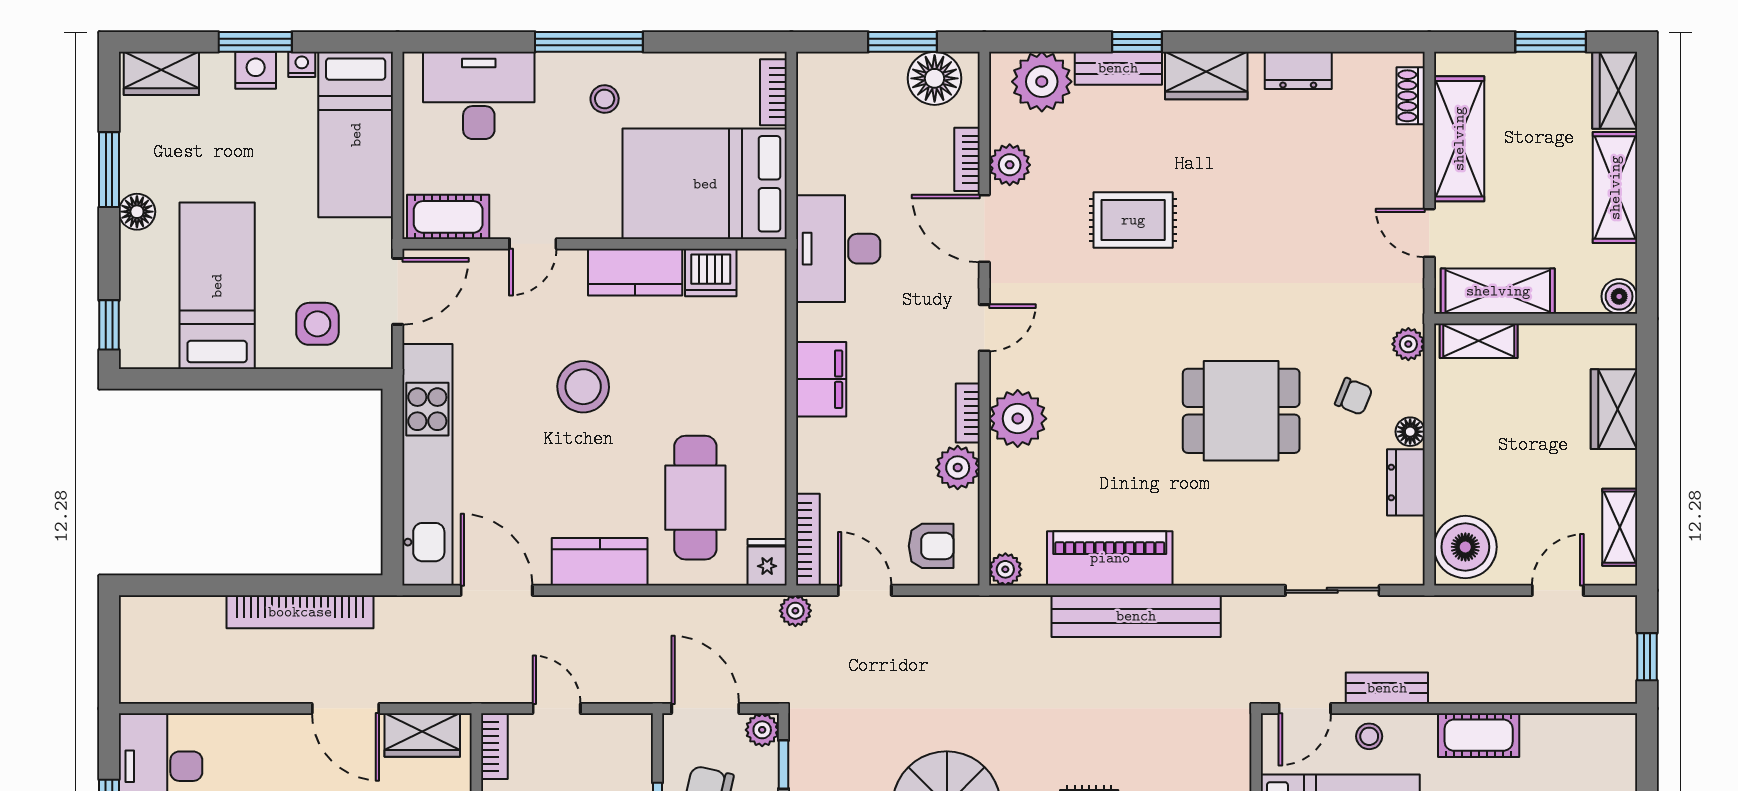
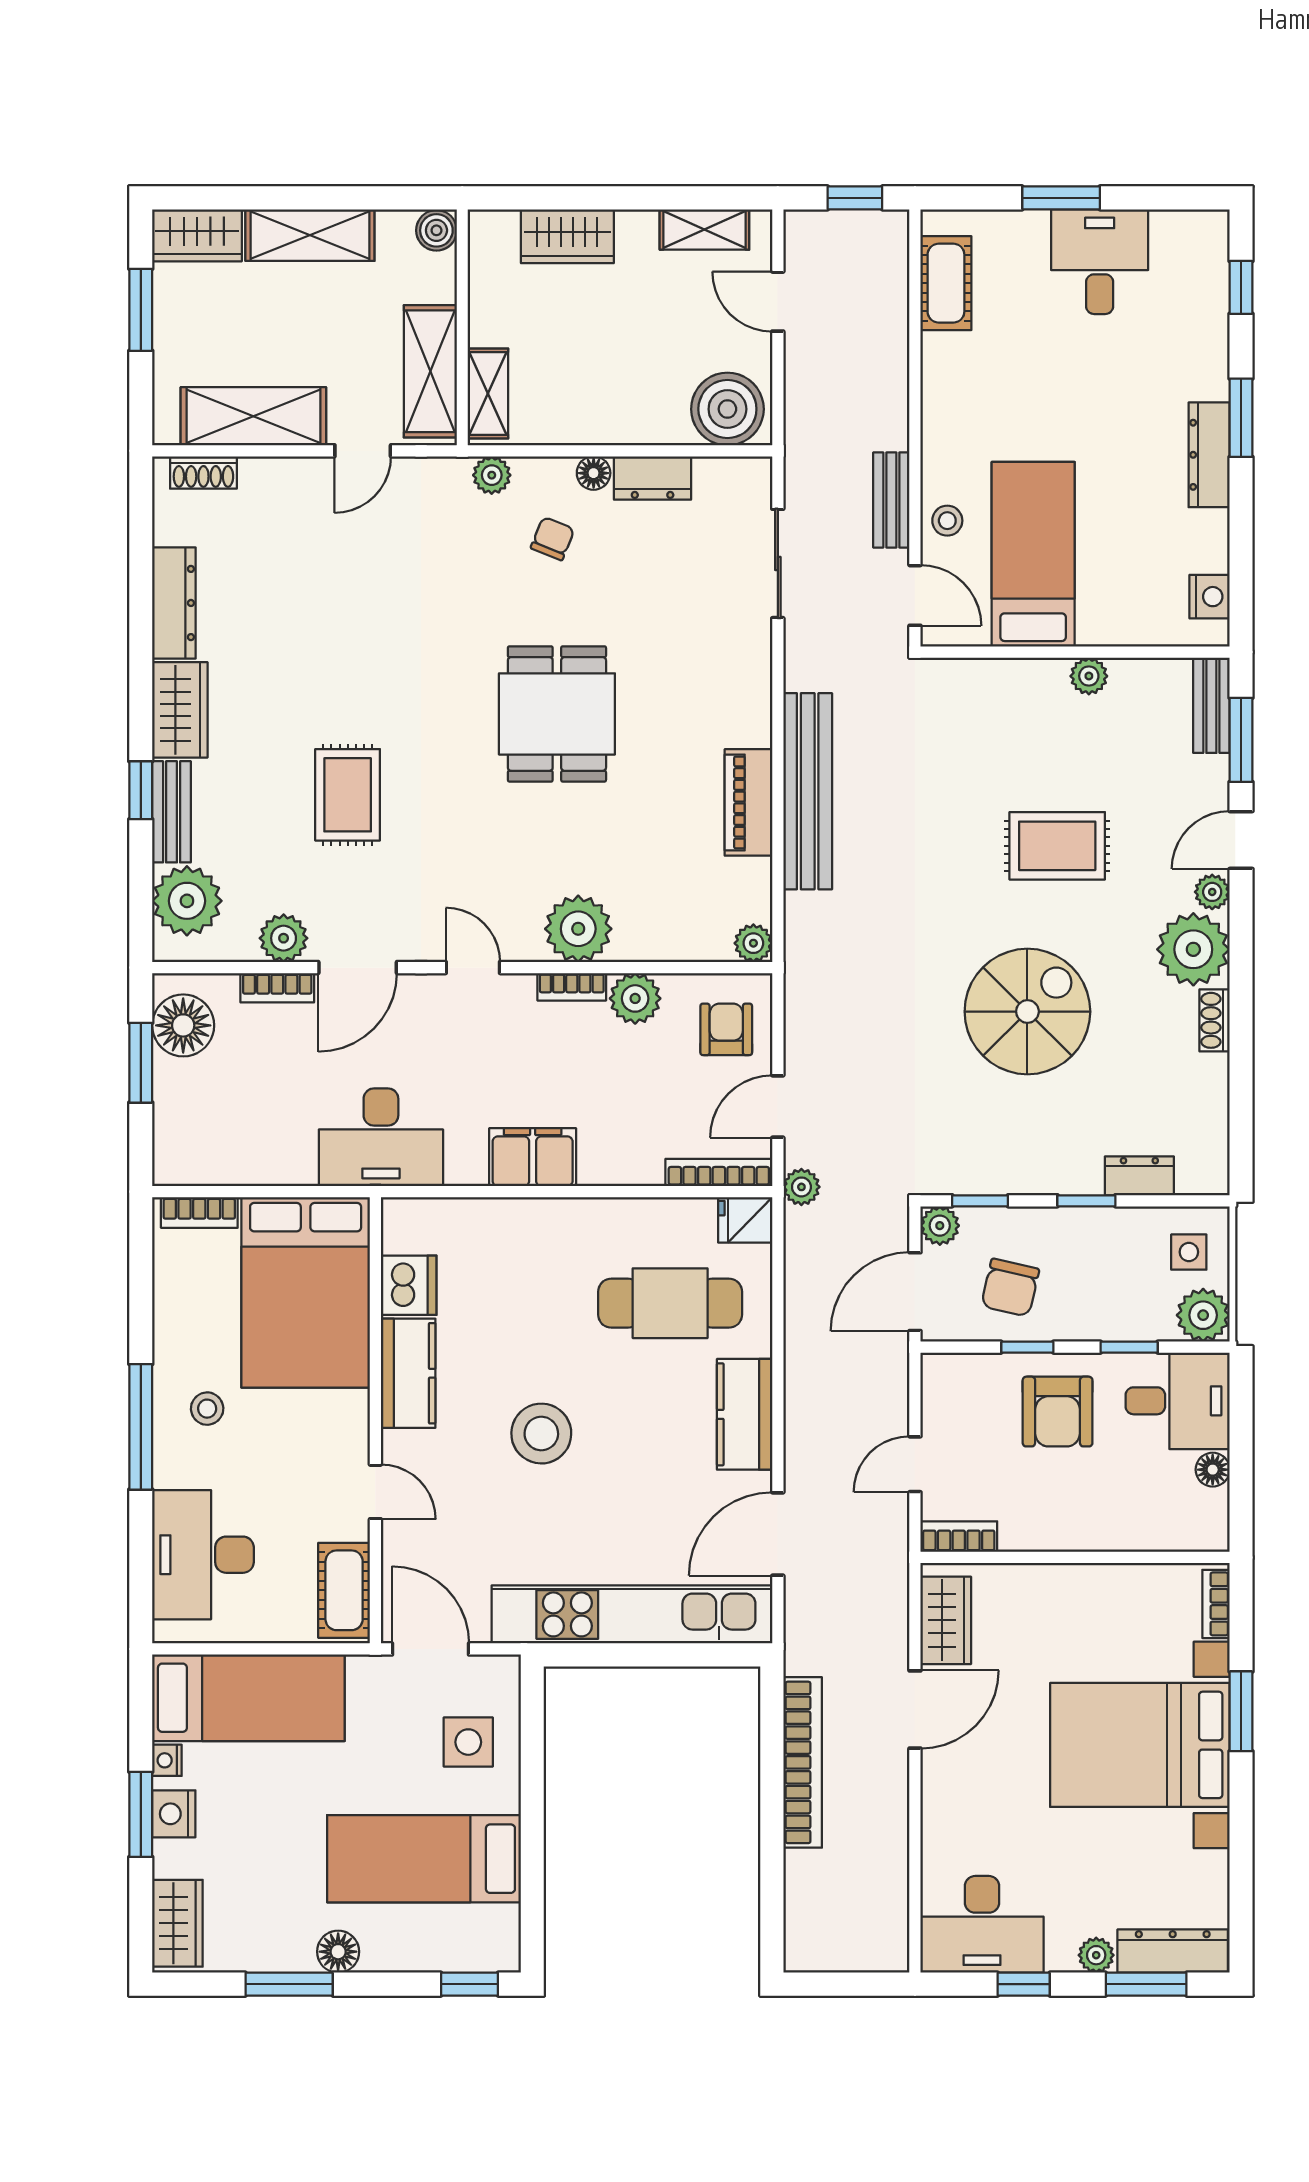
dresser: (1298, 70) -> (174, 603), width x1.44
dining table: (1241, 411) -> (557, 714), moved
piano: (1110, 558) -> (748, 802), width x0.73, depth x0.75
cot: (1479, 735) -> (946, 283), moved

